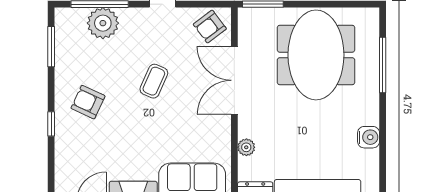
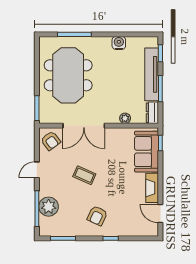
meeting table: (316, 55) -> (68, 75), turned 90

